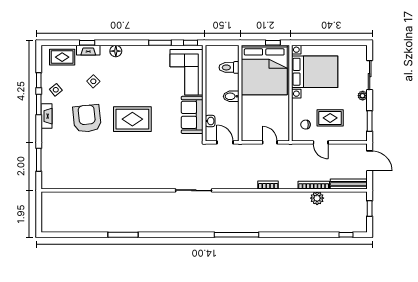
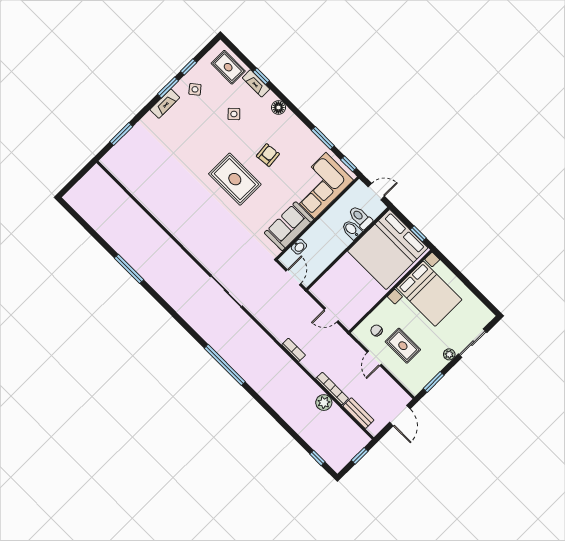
door: (223, 43) -> (376, 192), added
bidet: (231, 96) -> (352, 230), moved
armchair: (87, 118) -> (268, 155), moved, width x0.53, depth x0.53
door: (270, 142) -> (331, 315), swing flipped
bench: (349, 184) -> (358, 413), width x0.73

